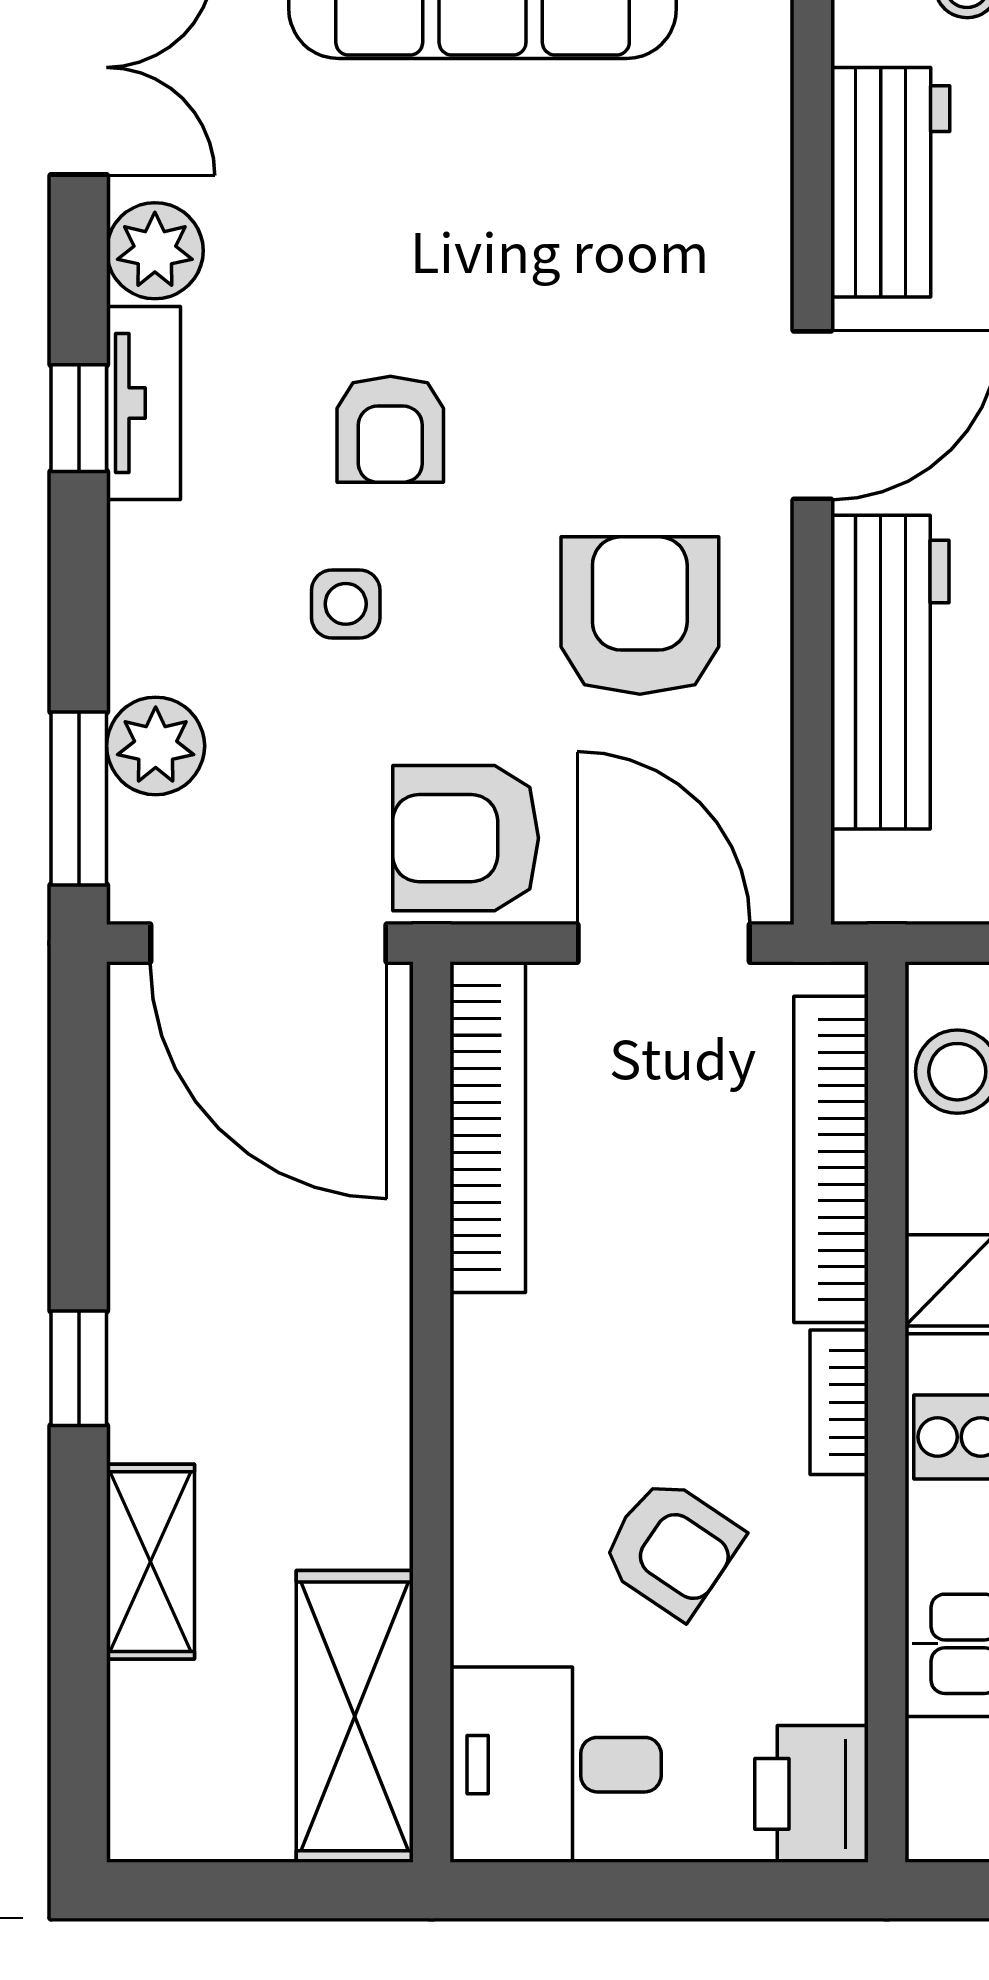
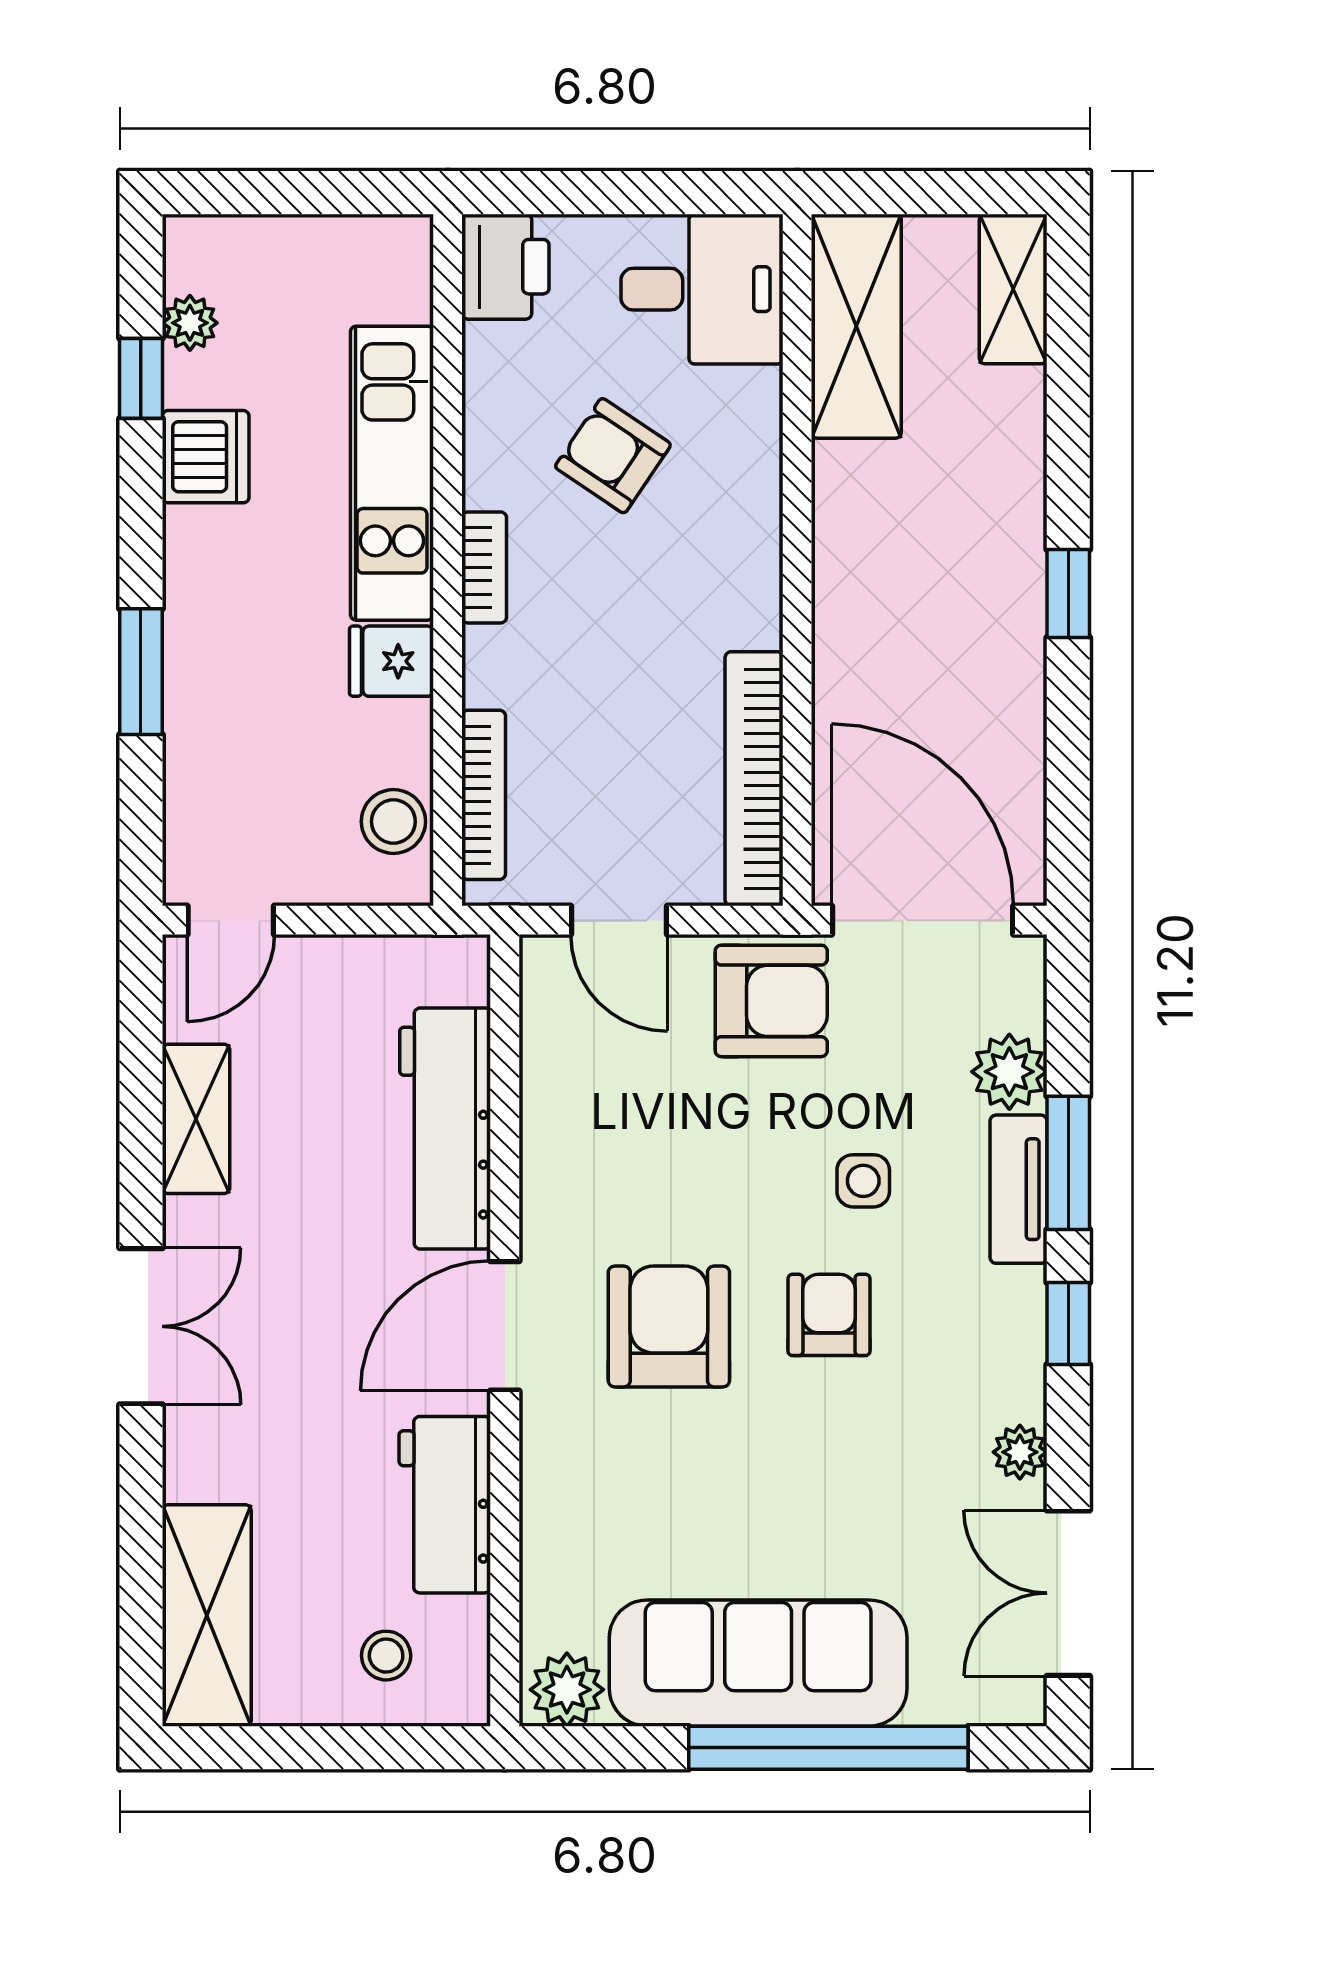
plant: (155, 251) -> (1020, 1452), width x0.73, depth x0.73
tv unit: (144, 403) -> (1019, 1189), moved
armchair: (640, 615) -> (669, 1326), moved, turned 180
window: (79, 799) -> (1068, 1163), moved
door: (664, 943) -> (619, 920), width x0.73
bookcase: (831, 1159) -> (484, 795), width x0.68, depth x0.76
shelving: (151, 1562) -> (1013, 289), moved

